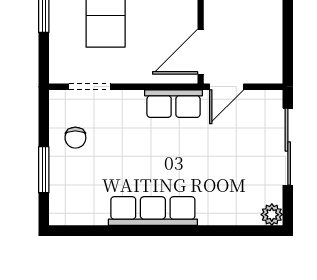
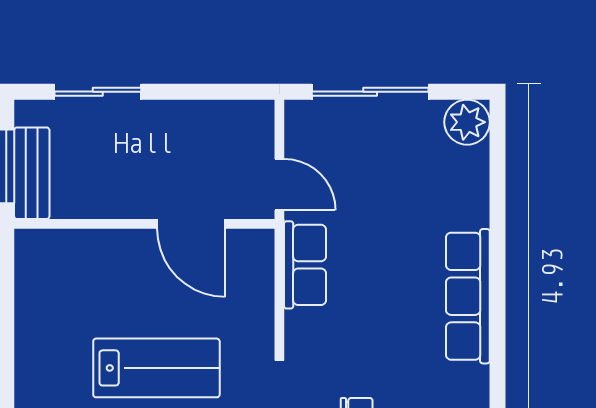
door: (201, 52) -> (191, 224), moved
plant: (272, 215) -> (467, 122), width x1.38, depth x1.38

